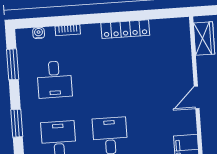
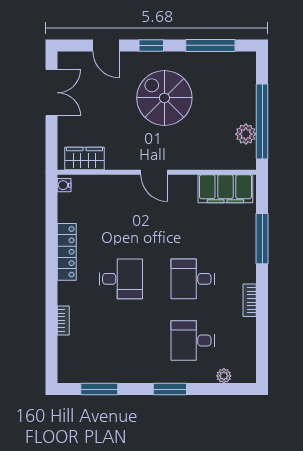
water cooler: (39, 33) -> (64, 185), moved
desk: (54, 79) -> (121, 279), moved

